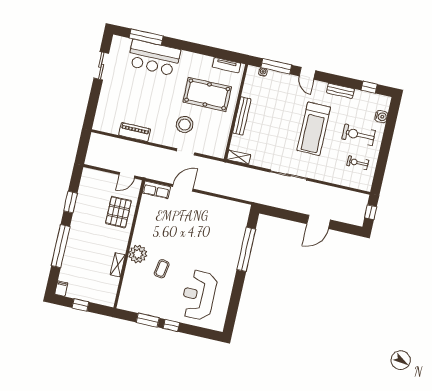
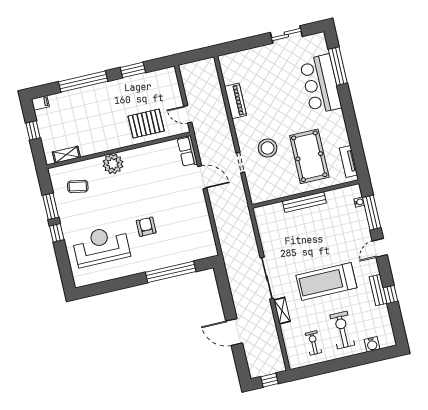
window: (369, 87) -> (391, 294), moved
shelving: (239, 157) -> (282, 311), moved
armchair: (201, 252) -> (146, 227), added
shelving: (118, 265) -> (66, 155), moved
coffee table: (162, 269) -> (78, 186), moved

